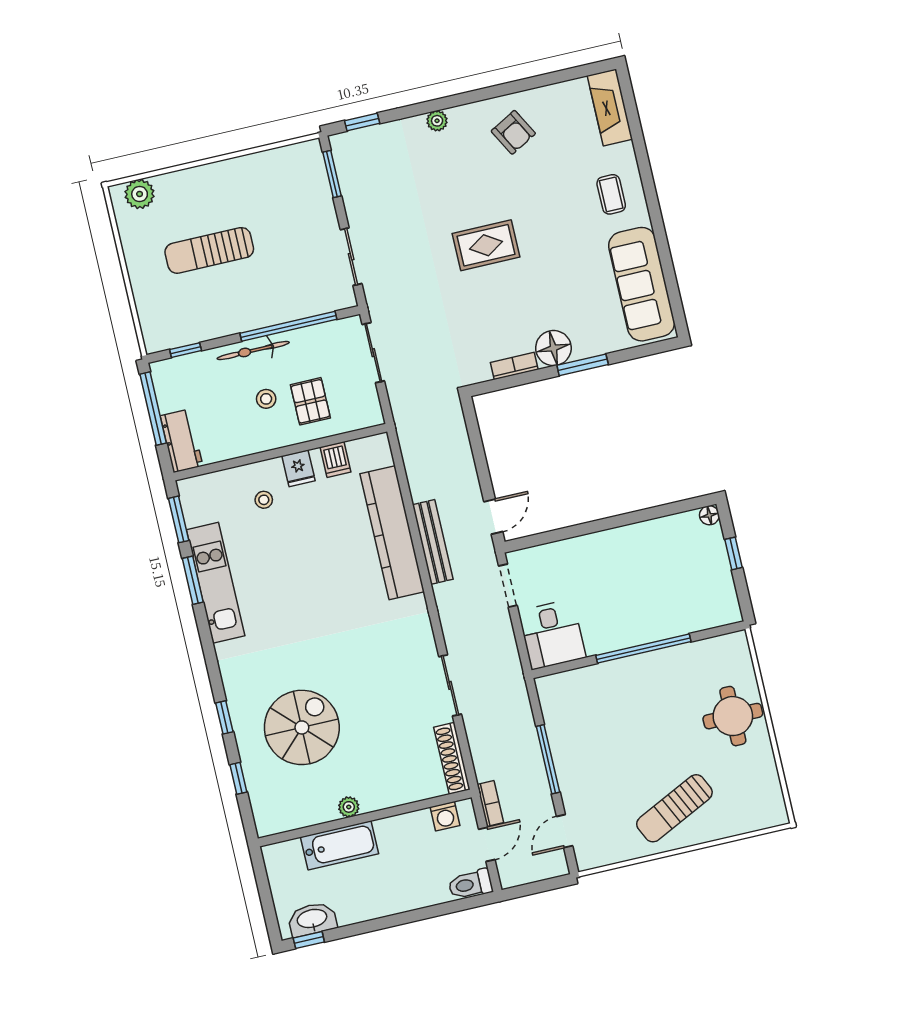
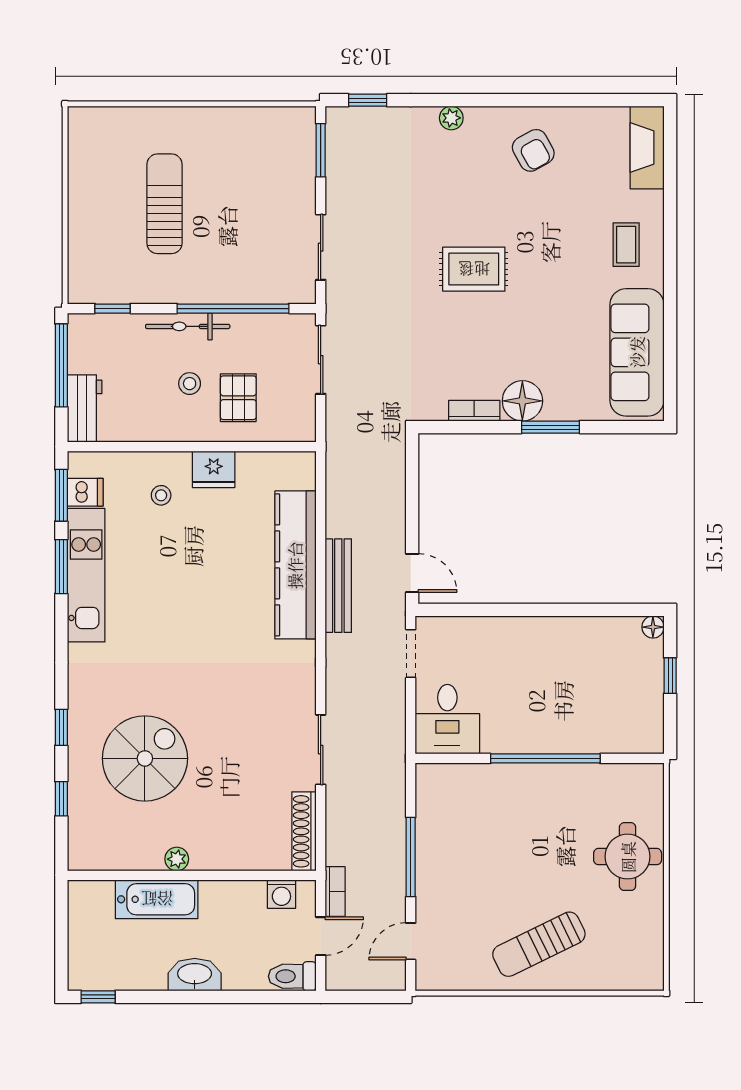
plant: (140, 194) -> (101, 123), removed
sun lounger: (209, 250) -> (165, 204), turned 90
dishwasher: (335, 460) -> (85, 492), moved, turned -90
fridge: (299, 468) -> (214, 469), width x1.38
door: (493, 517) -> (412, 573), hinge flipped
washbasin: (312, 919) -> (195, 975), moved

